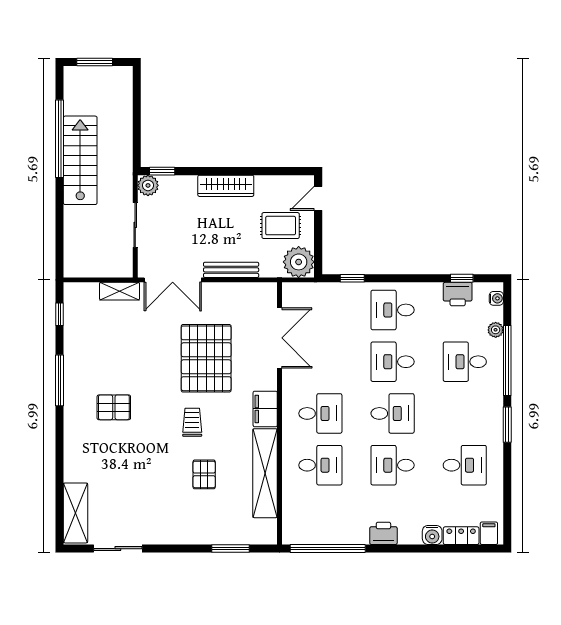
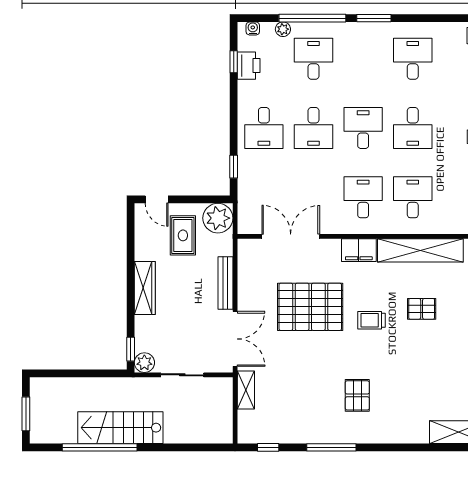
desk: (465, 362) -> (313, 59), turned 180

